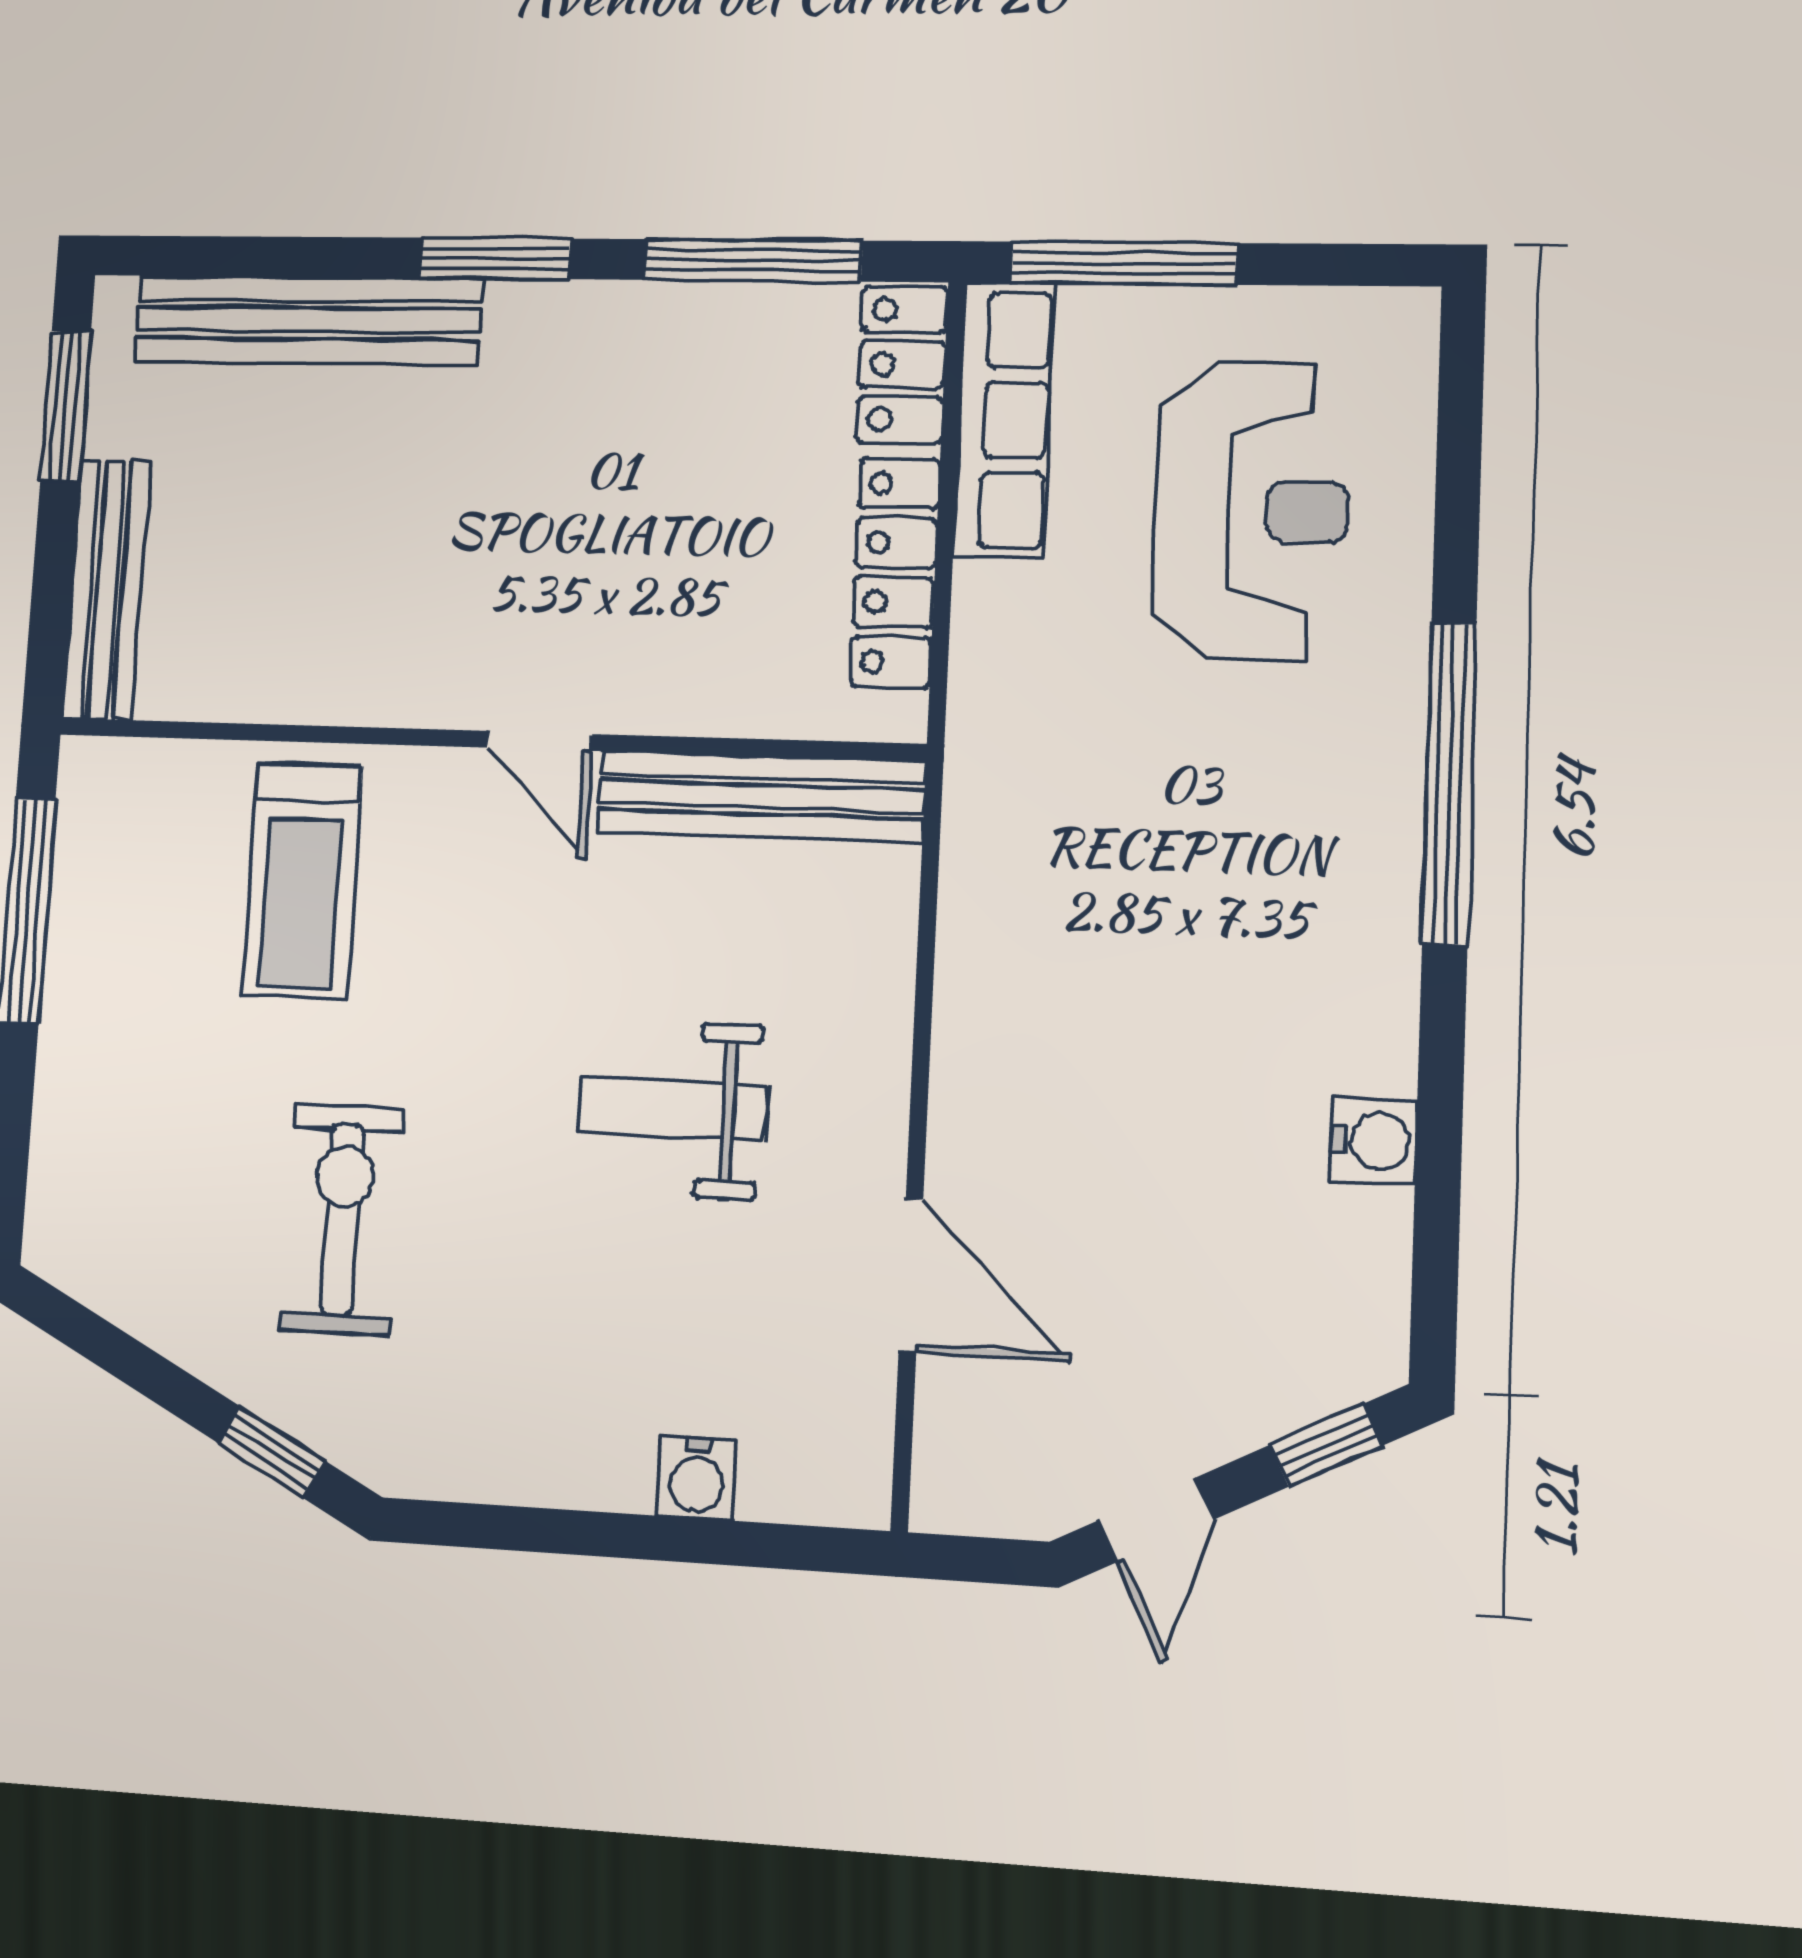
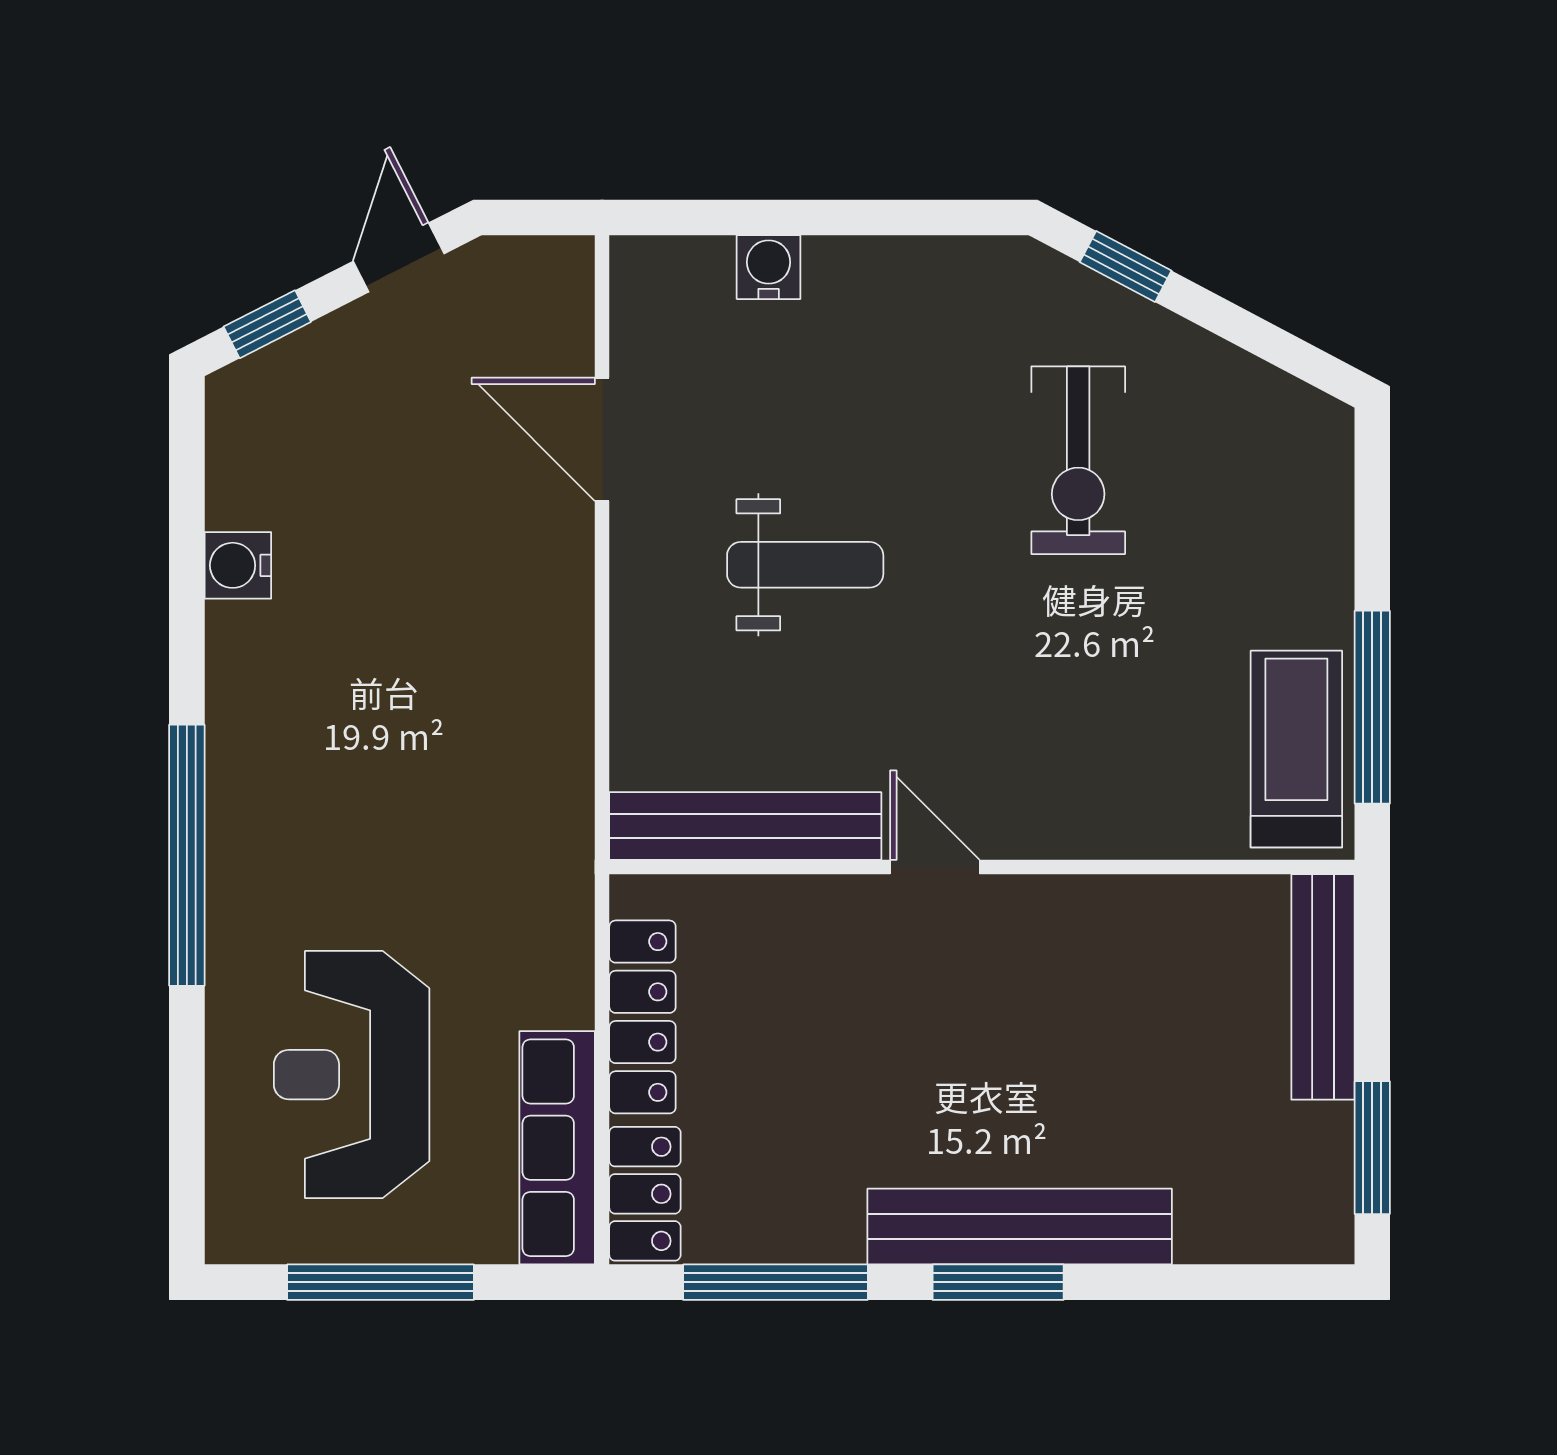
window: (1123, 263) -> (380, 1282), moved
bench: (308, 320) -> (1020, 1227), moved
treadmill: (302, 881) -> (1296, 749), moved

